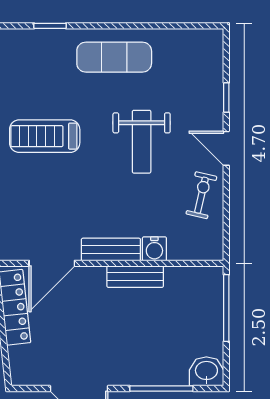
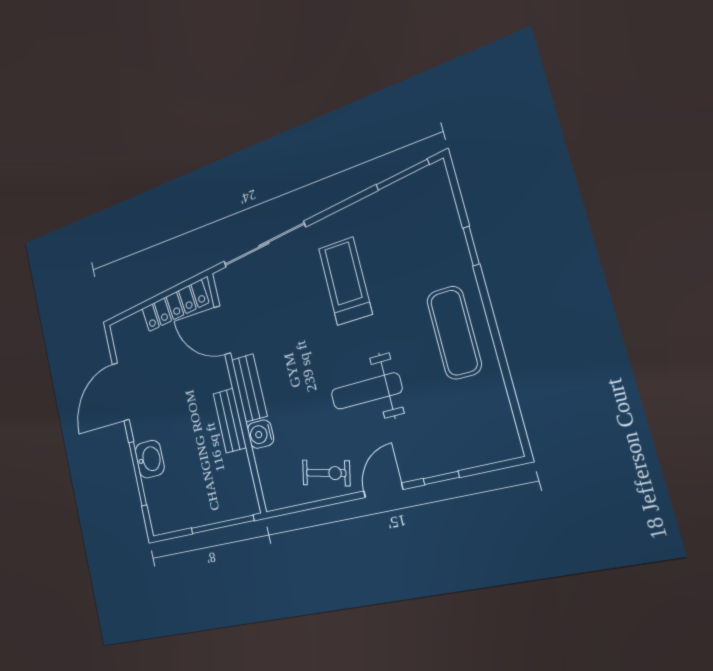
washbasin: (206, 371) -> (150, 459), moved

